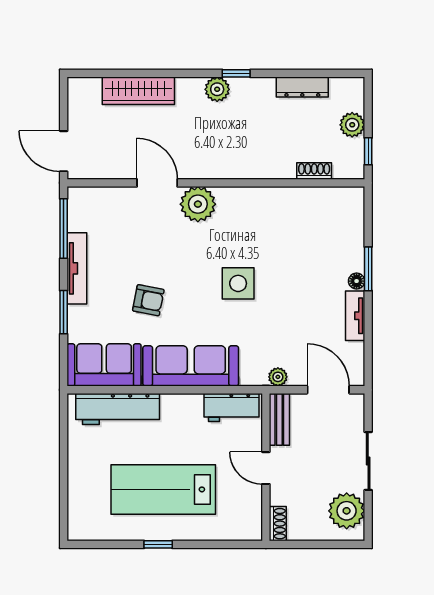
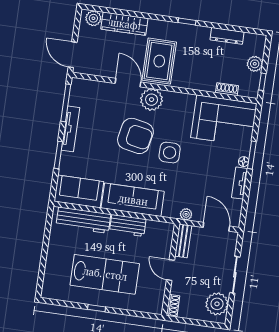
plant: (217, 89) -> (93, 18), moved
rug: (201, 142) -> (159, 61), added
corner sofa: (316, 221) -> (224, 121), added
armchair: (148, 300) -> (135, 136), moved, width x1.88, depth x1.88
workbench: (232, 407) -> (128, 225), moved
lab bench: (163, 489) -> (105, 274), turned 180

